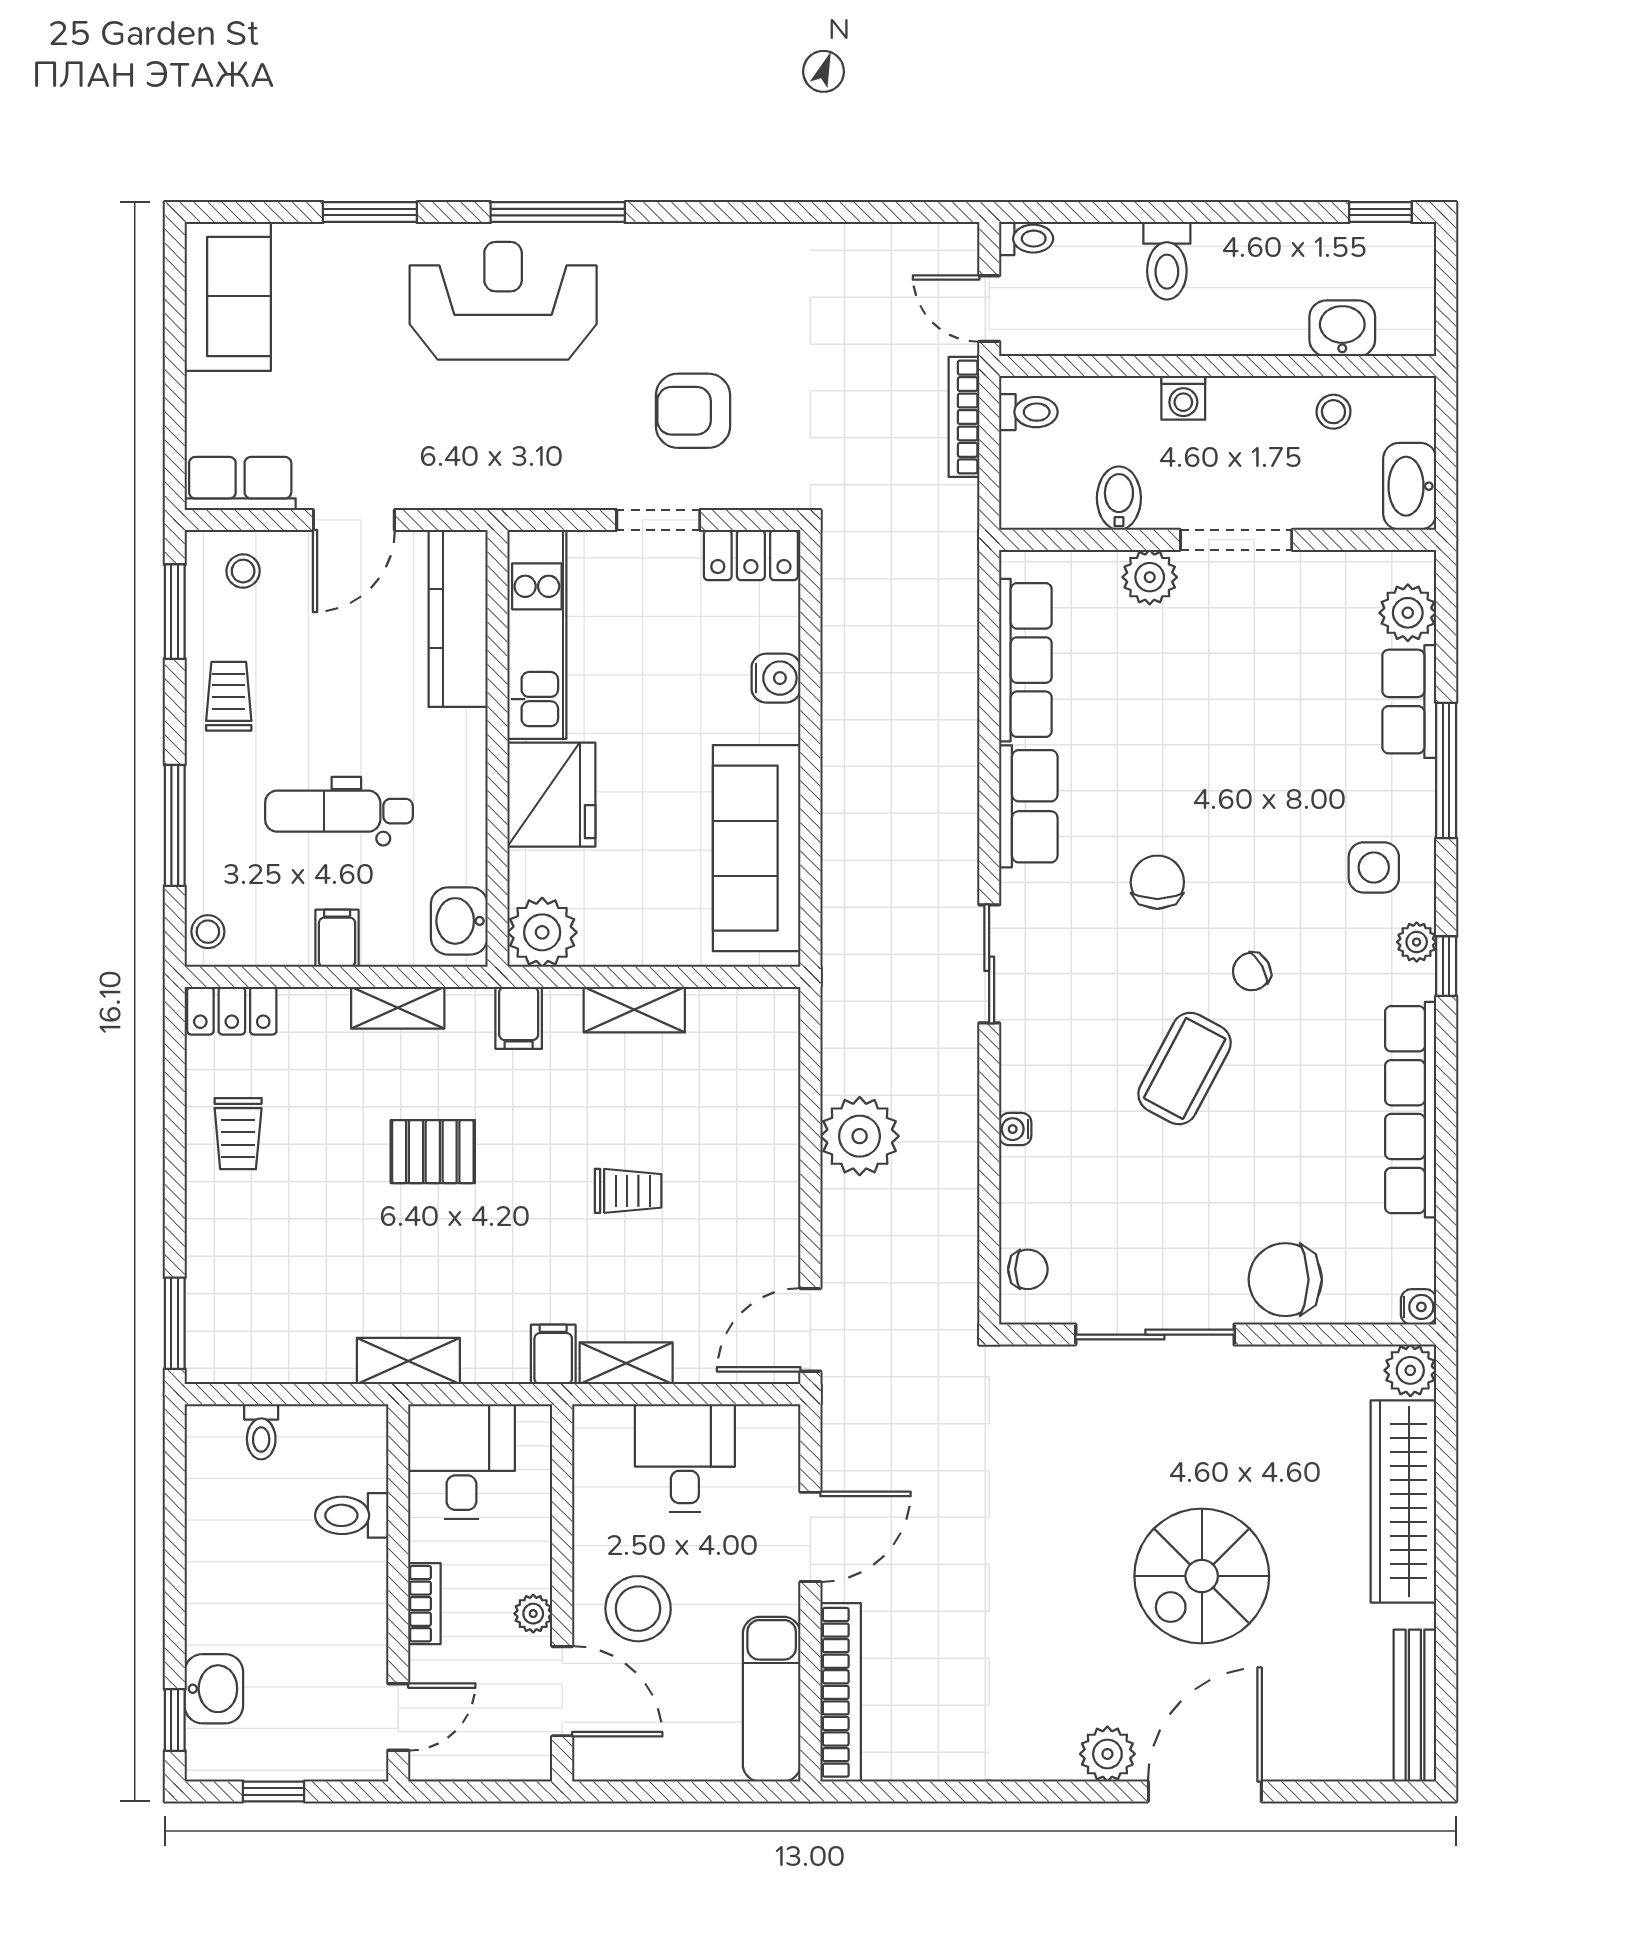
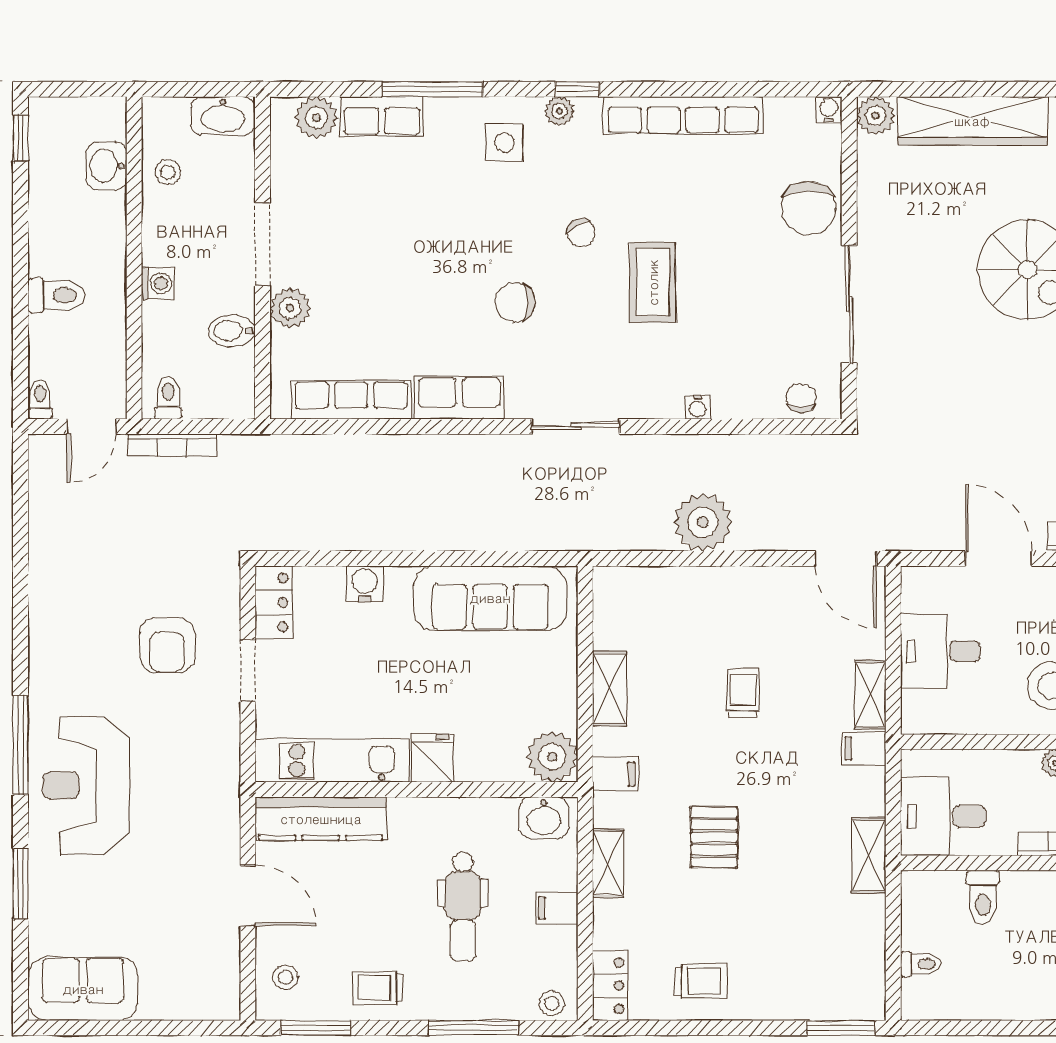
row of seats: (240, 483) -> (221, 980), removed
fridge: (551, 795) -> (433, 758), width x0.53, depth x0.75
coffee table: (1185, 1069) -> (653, 282), turned 62

